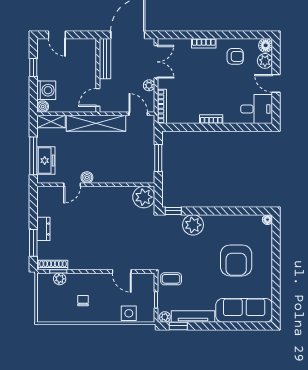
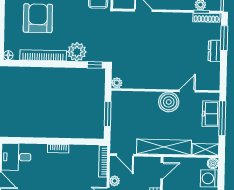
boiler: (87, 177) -> (169, 102), width x1.86, depth x1.86
plant: (144, 197) -> (117, 83), width x0.53, depth x0.53
bookcase: (230, 220) -> (43, 55), added

